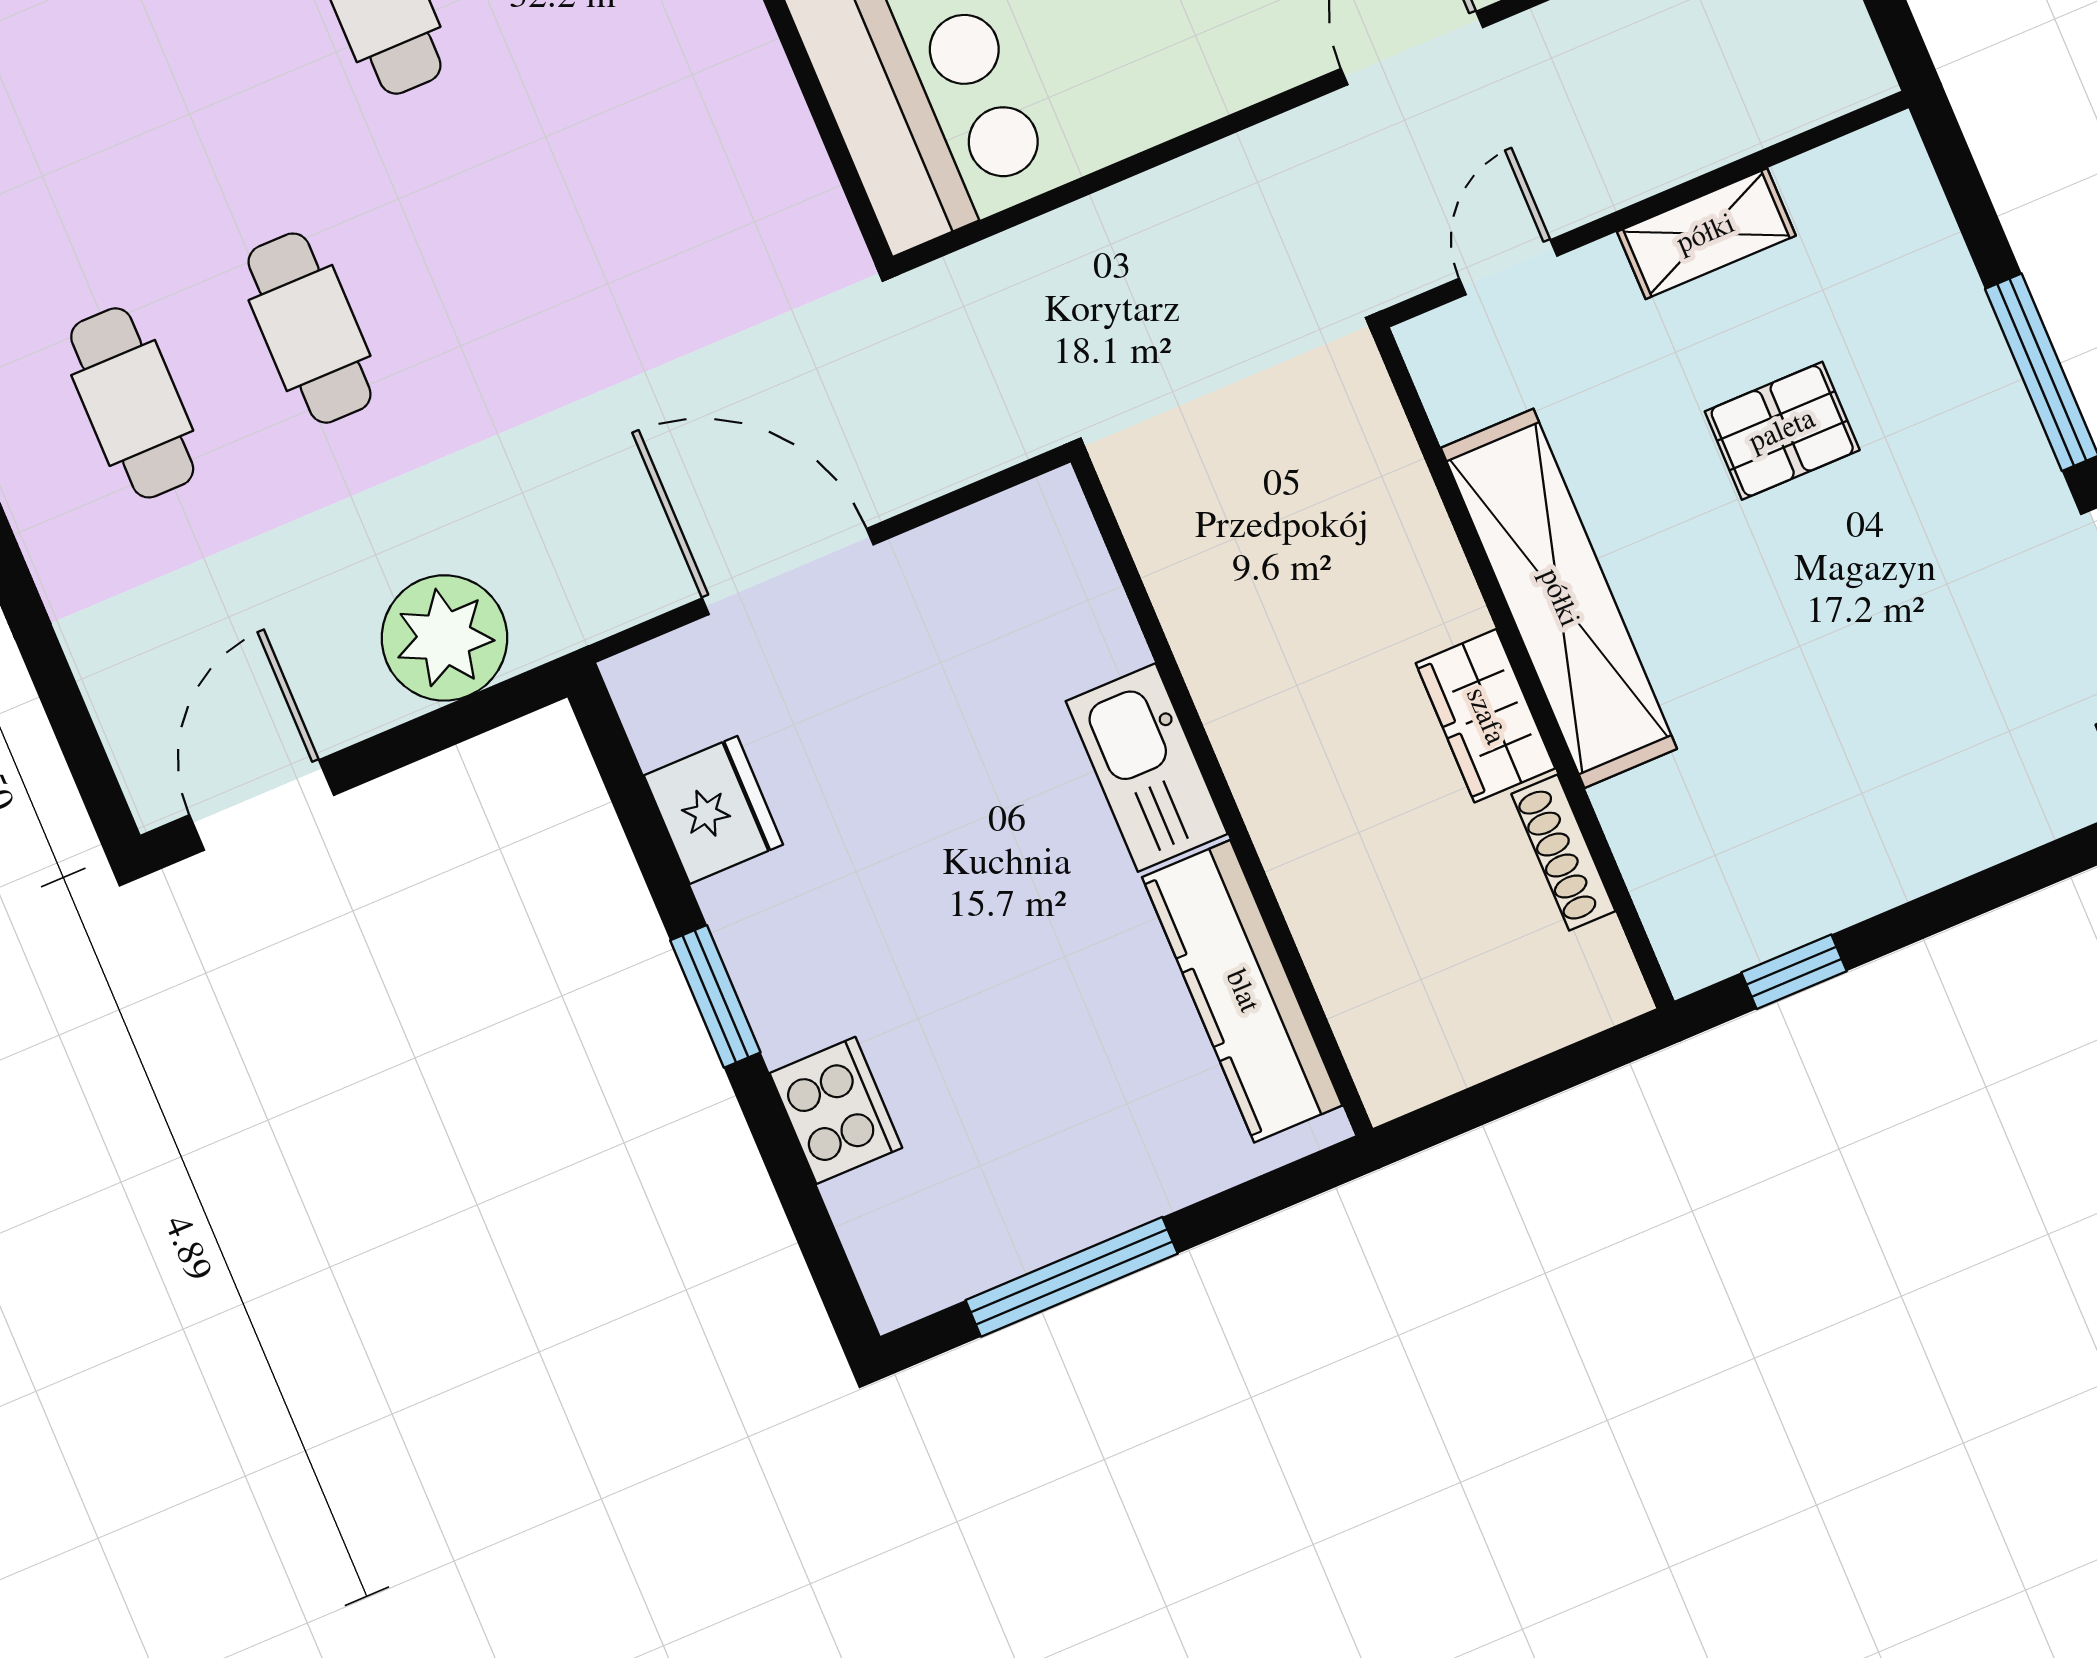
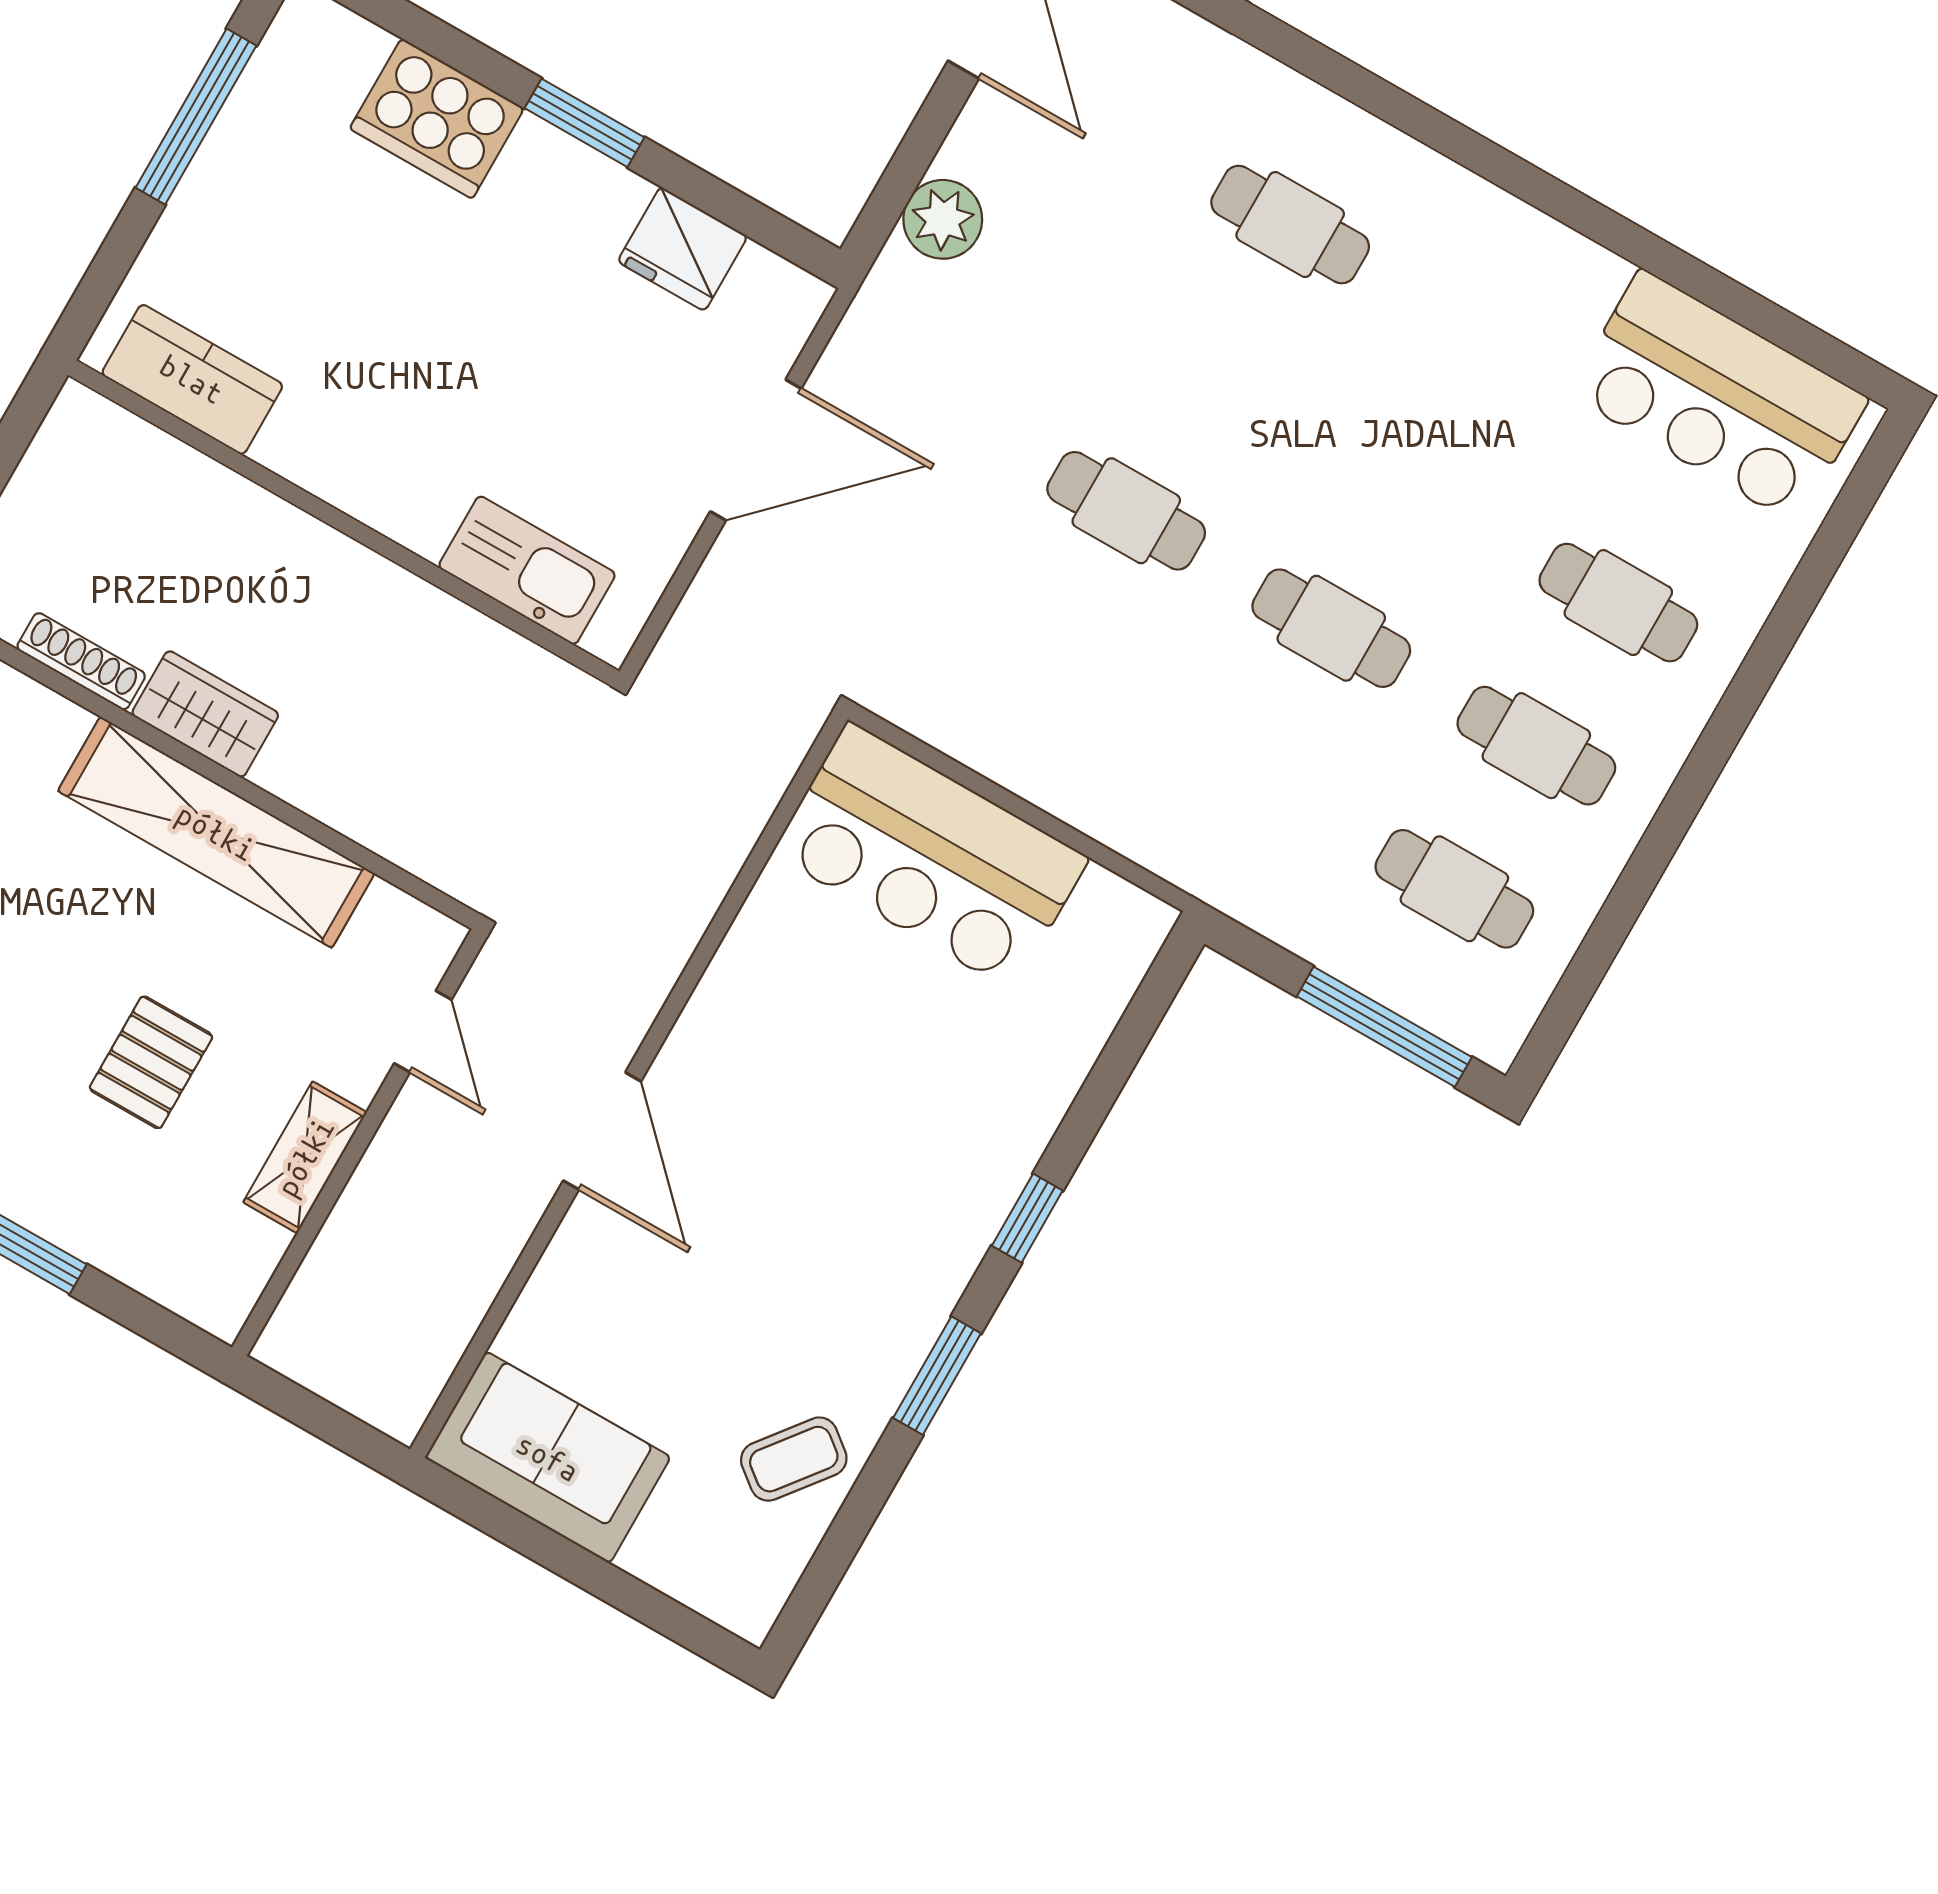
cafe table: (310, 328) -> (1126, 511), moved
plant: (444, 638) -> (943, 219), width x0.73, depth x0.73
kitchen sink: (1147, 768) -> (527, 570), moved
kitchen counter: (1242, 991) -> (192, 379), width x0.67
cooker: (836, 1110) -> (437, 118), width x1.37, depth x1.31

